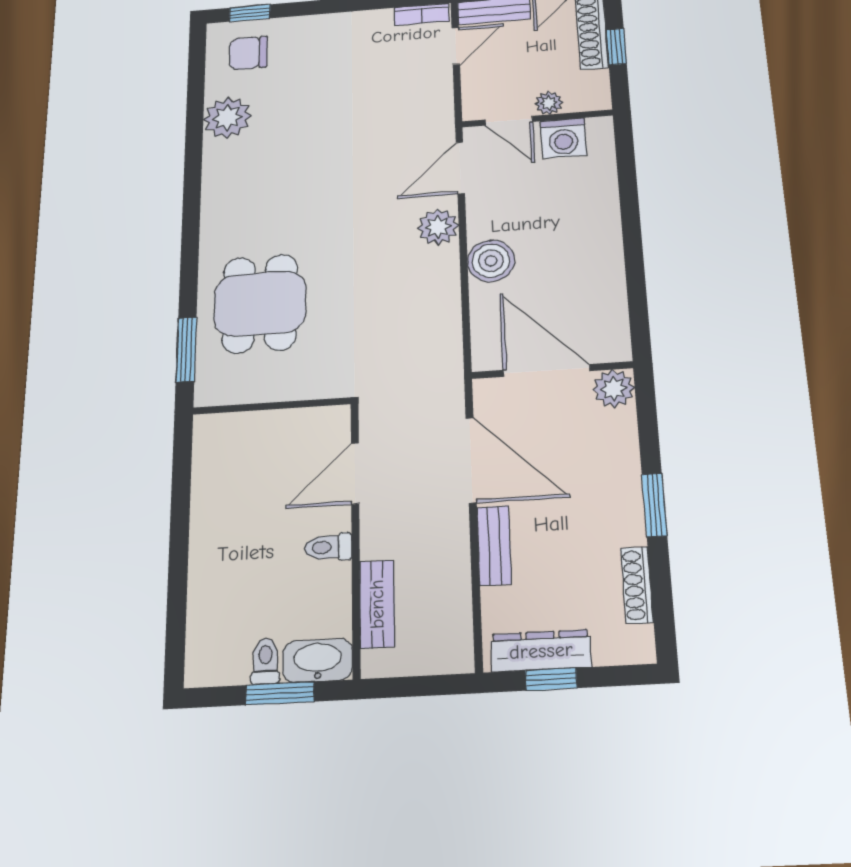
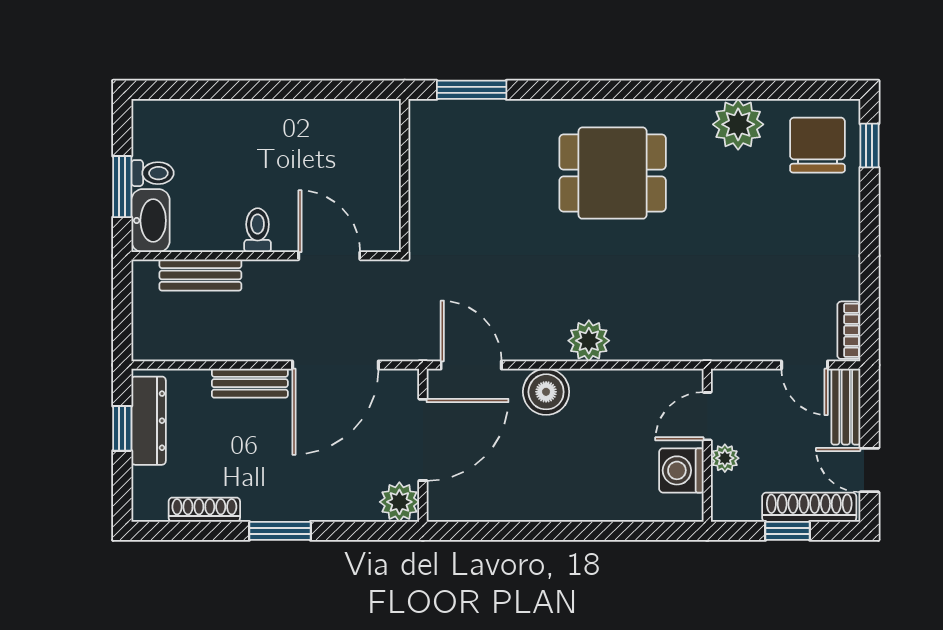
chair: (248, 53) -> (817, 145), width x1.37, depth x1.37
door: (460, 168) -> (471, 365), moved
dining table: (260, 304) -> (613, 173), moved

